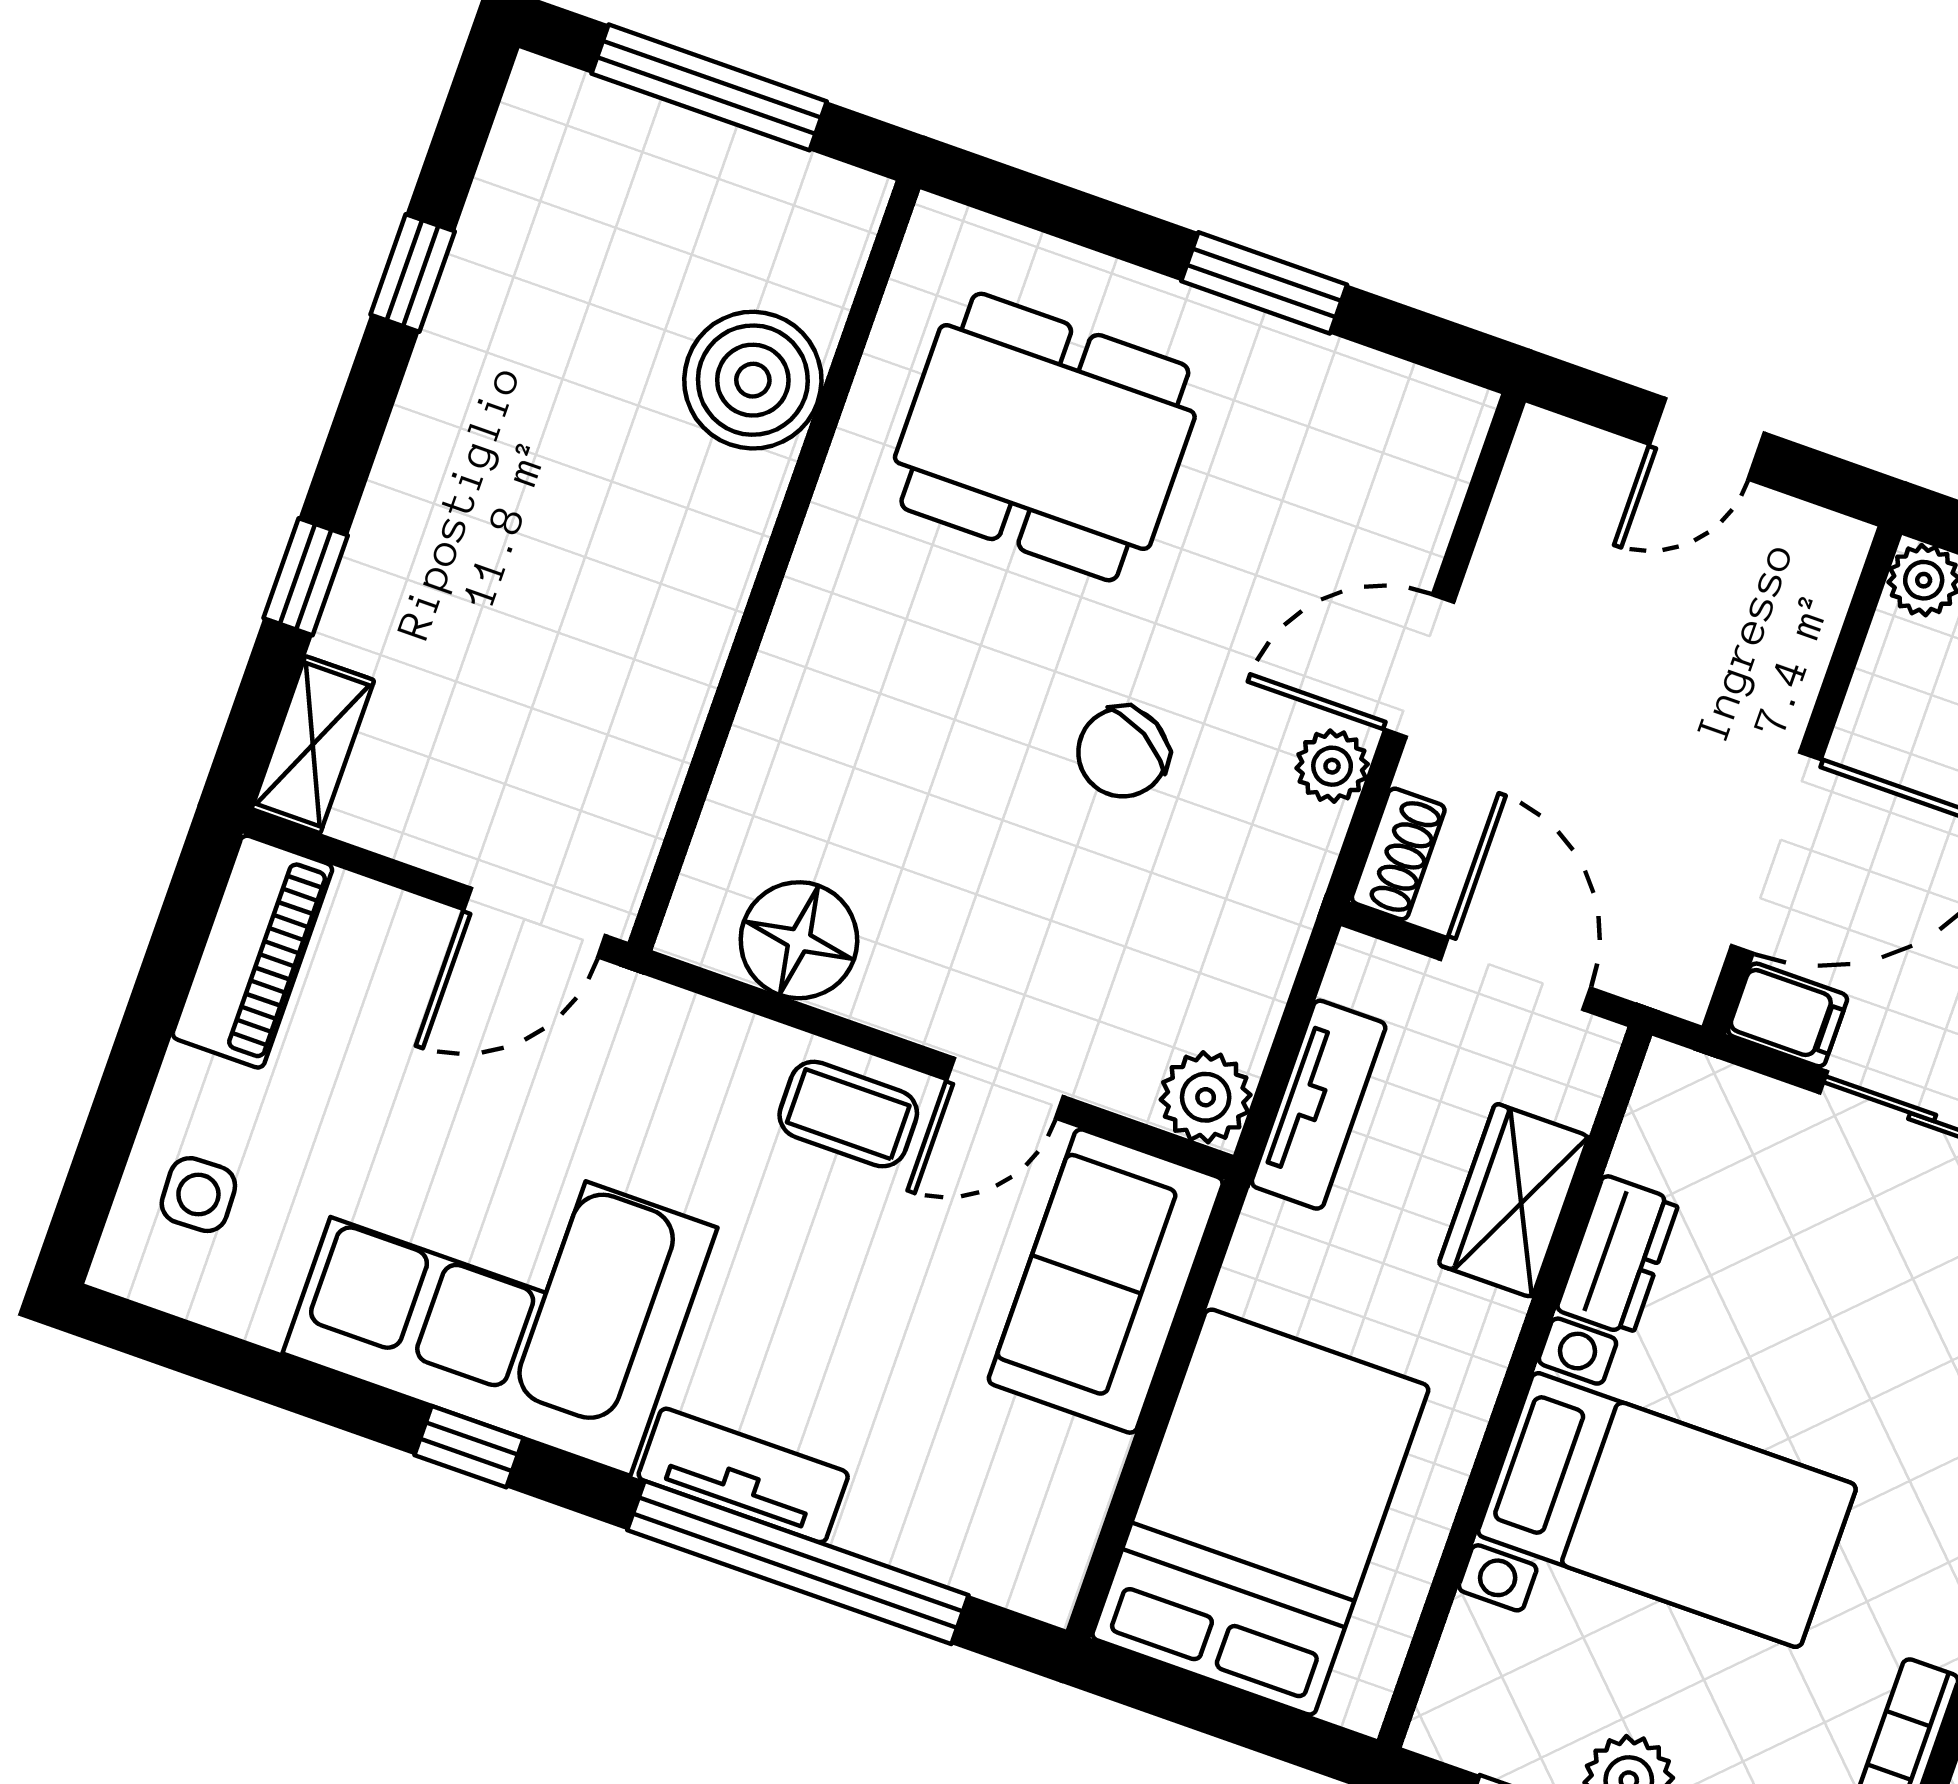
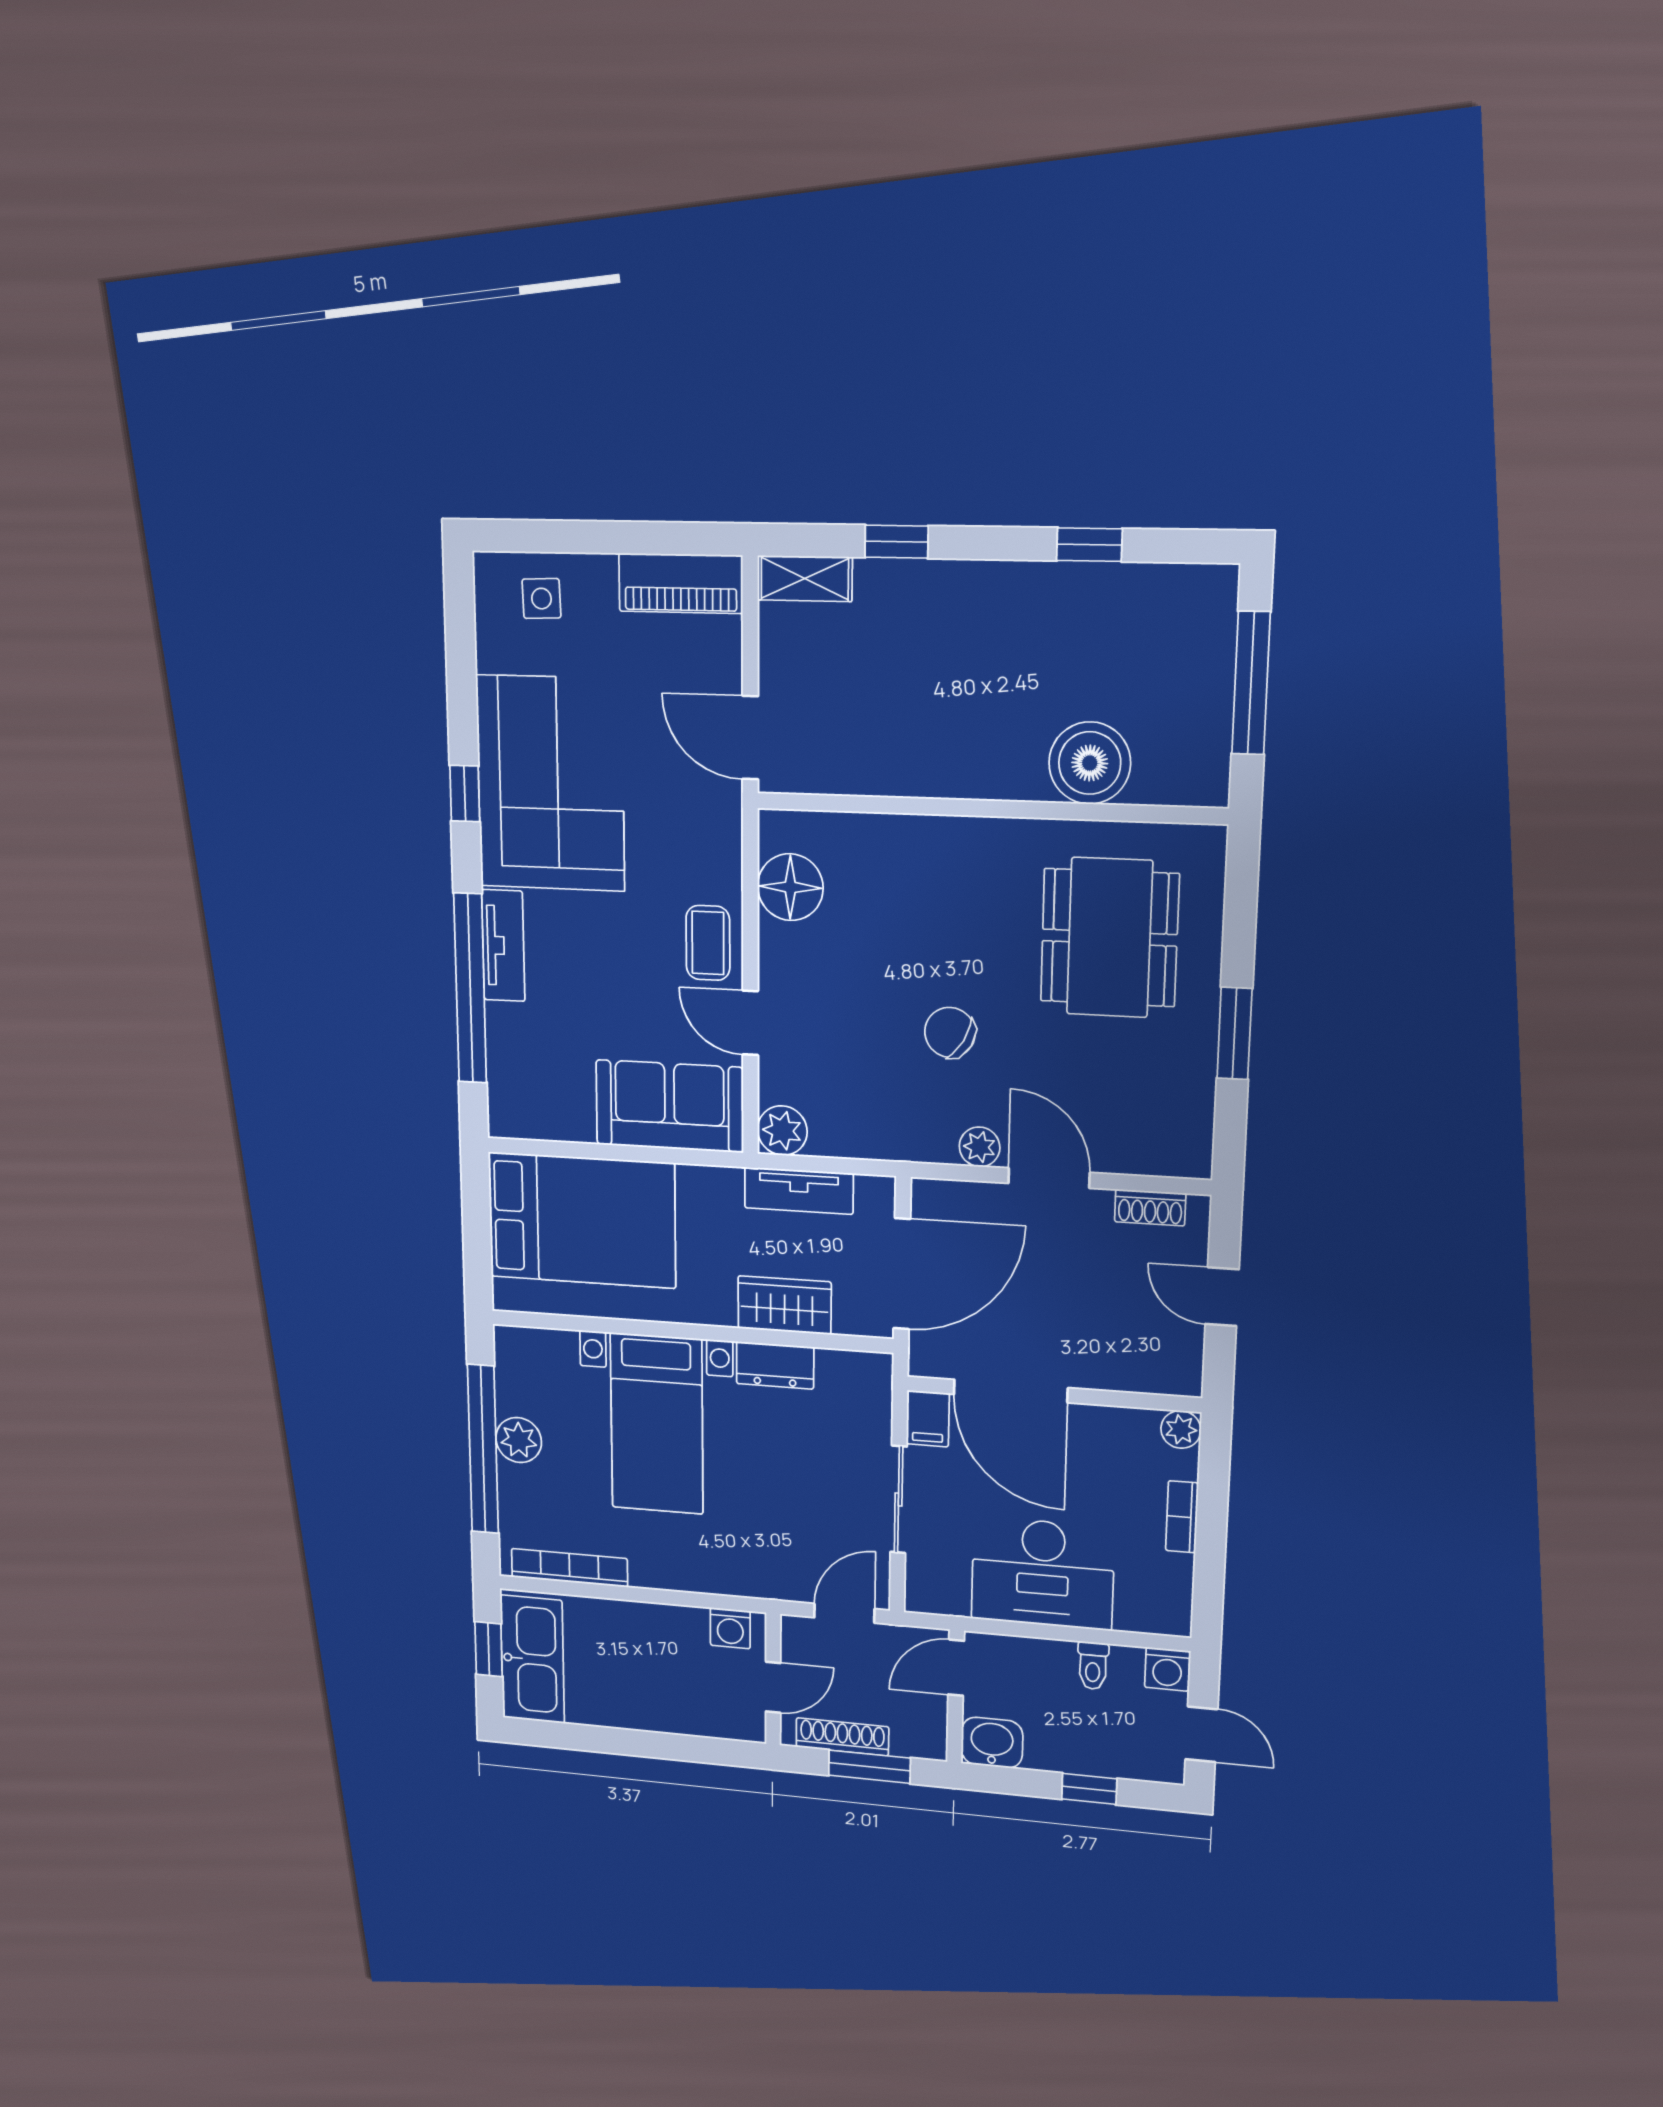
shoe rack: (1398, 854) -> (1150, 1208), moved
door: (1515, 974) -> (902, 1274), width x1.36

